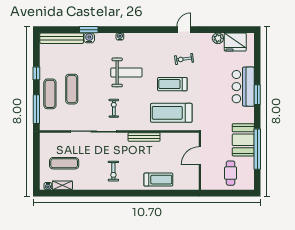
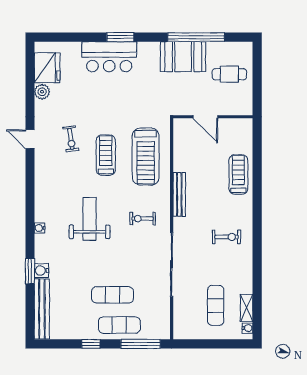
treadmill: (172, 84) -> (106, 155), turned 180
exercise bike: (114, 108) -> (143, 219), moved

